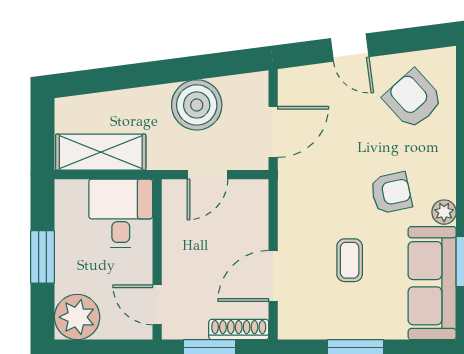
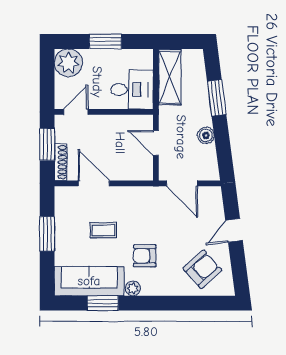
window: (134, 76) -> (217, 98), added
boiler: (197, 105) -> (206, 135), width x0.54, depth x0.54
armchair: (391, 193) -> (145, 256), turned 102

